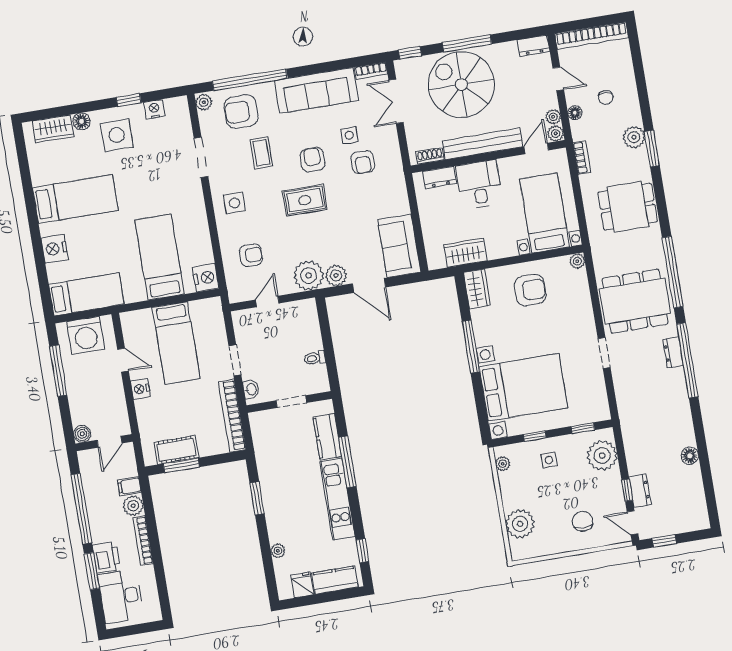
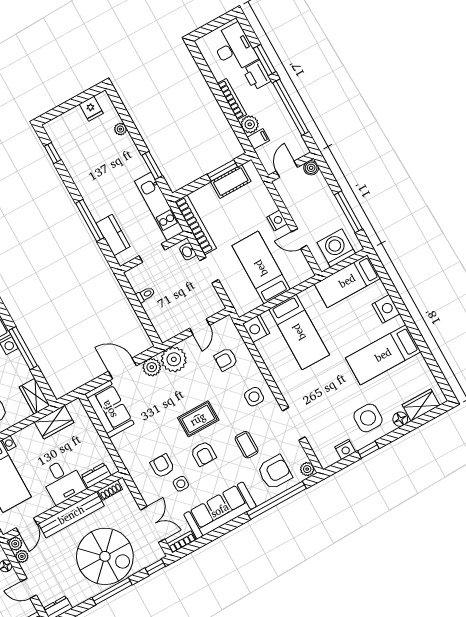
kitchen unit: (337, 499) -> (159, 206), moved, turned 180
kitchen counter: (335, 580) -> (66, 122), removed

